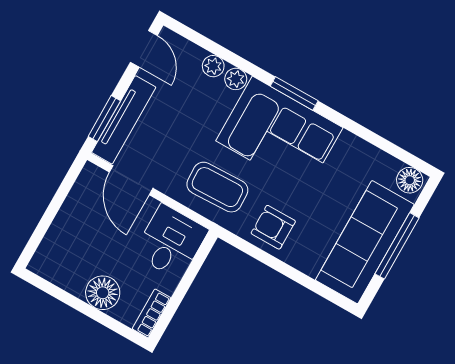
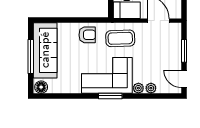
window: (104, 119) -> (184, 51), moved
tv unit: (124, 120) -> (176, 44), removed

